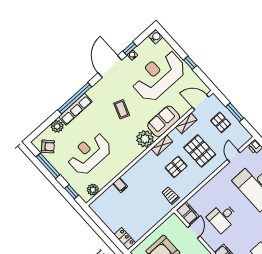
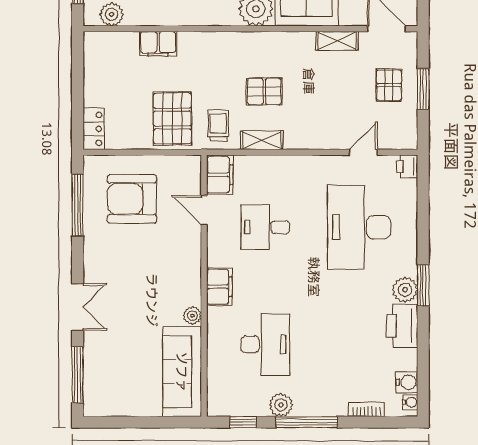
shelving: (162, 145) -> (262, 140), moved
pallet: (200, 151) -> (172, 118), moved
filing cabinet: (120, 185) -> (158, 44), width x2.00
door: (194, 232) -> (204, 210), swing flipped

